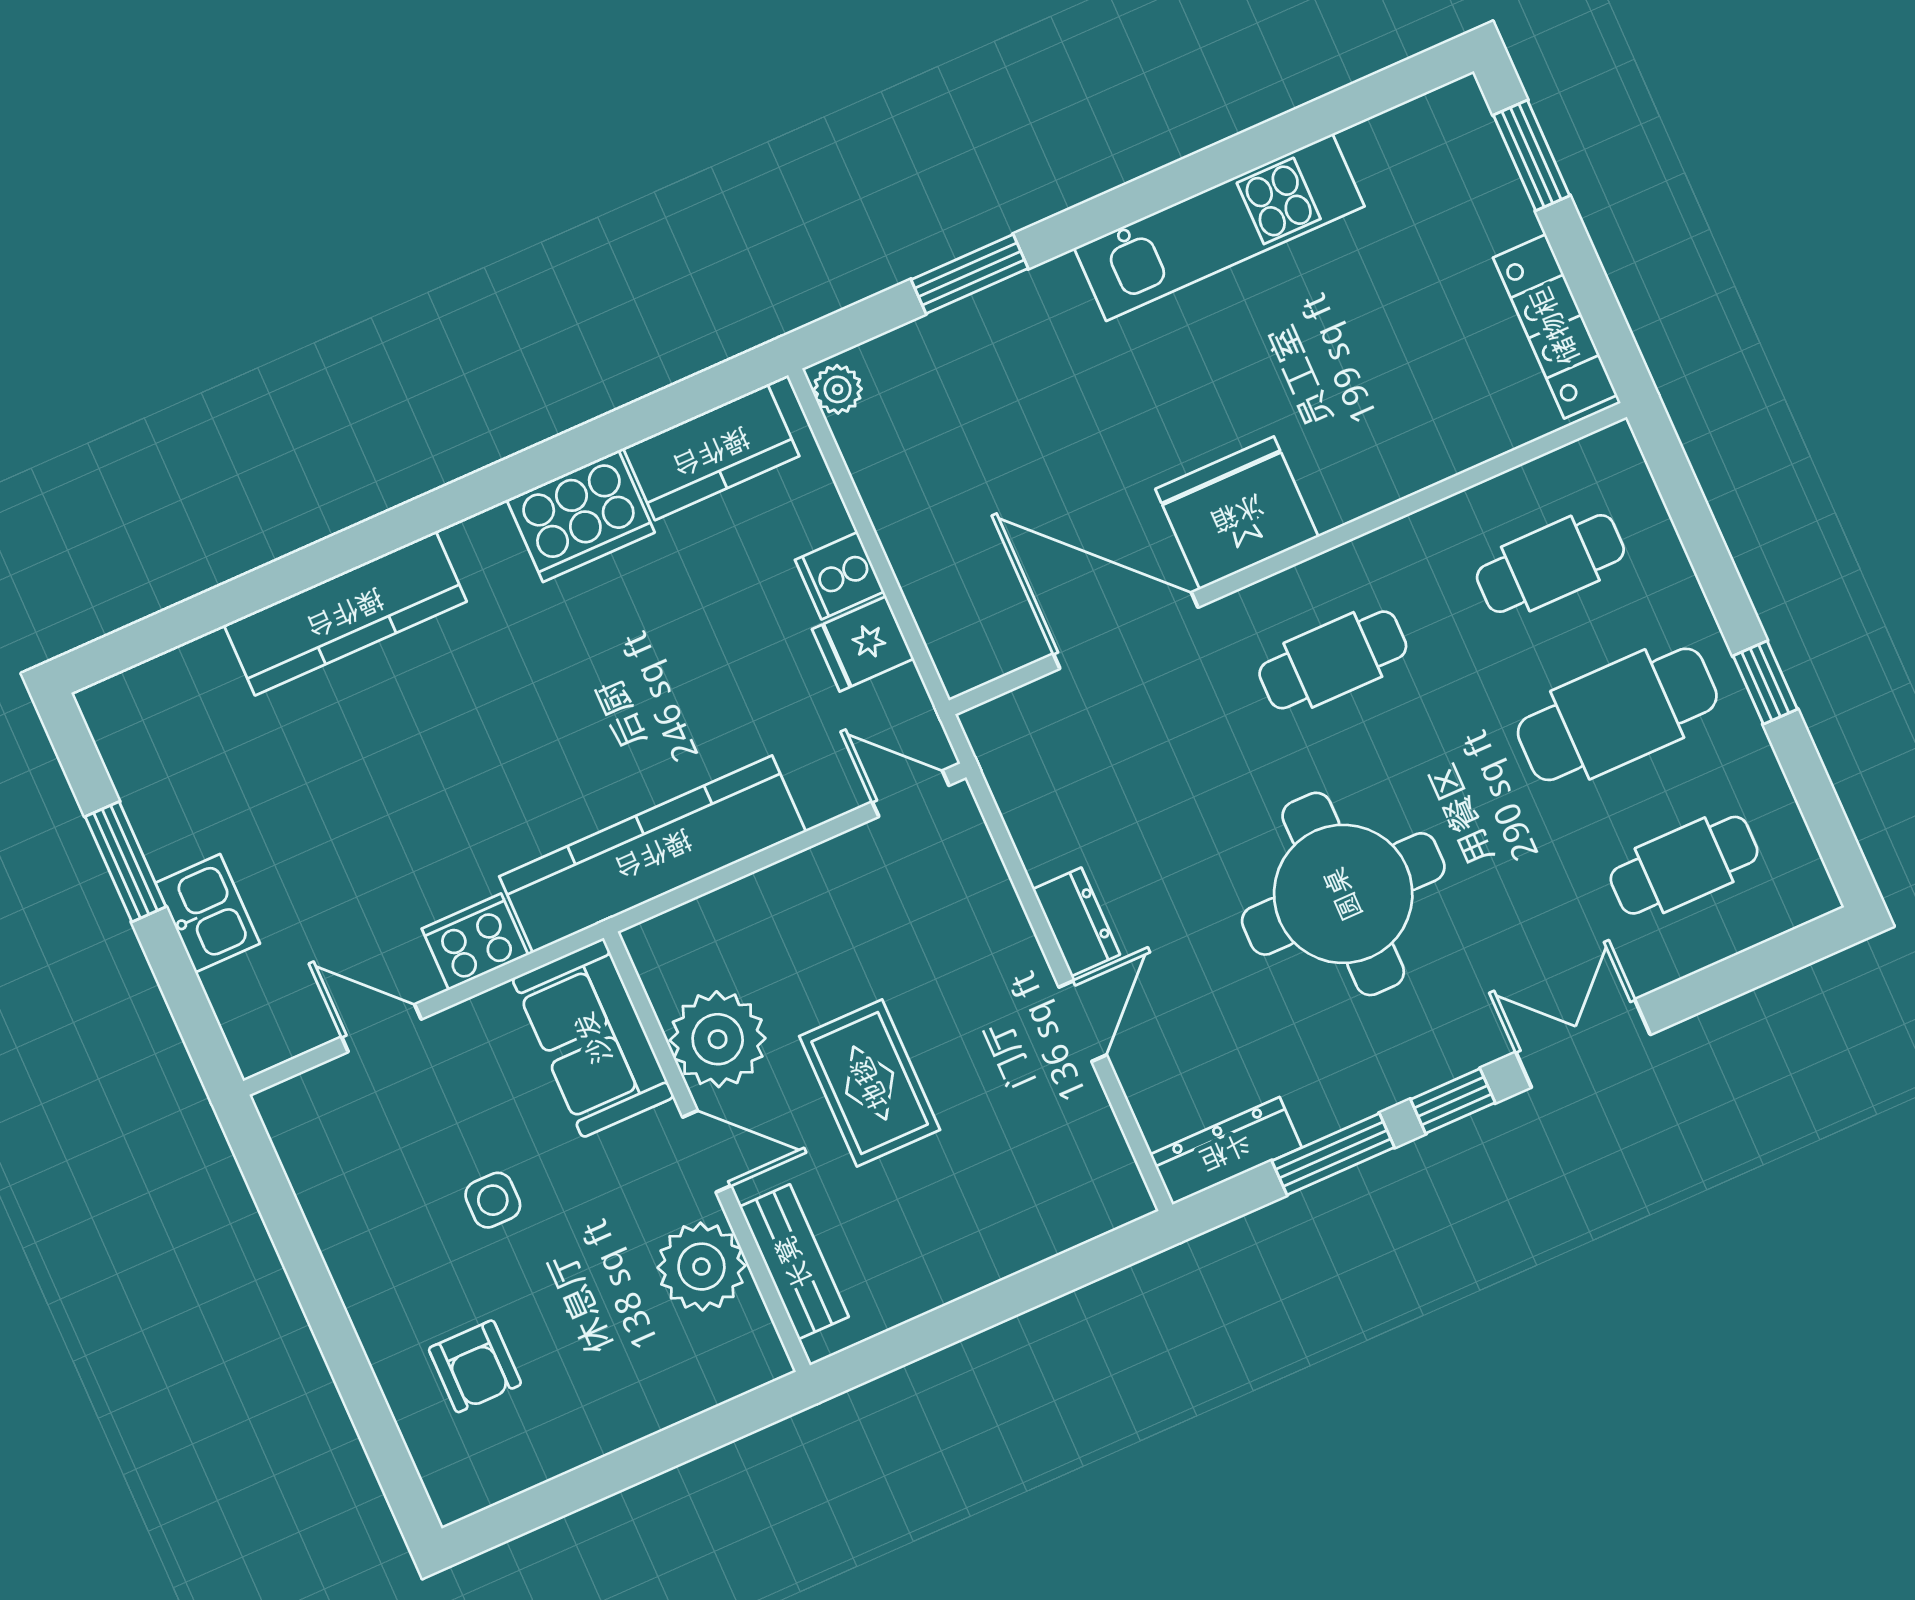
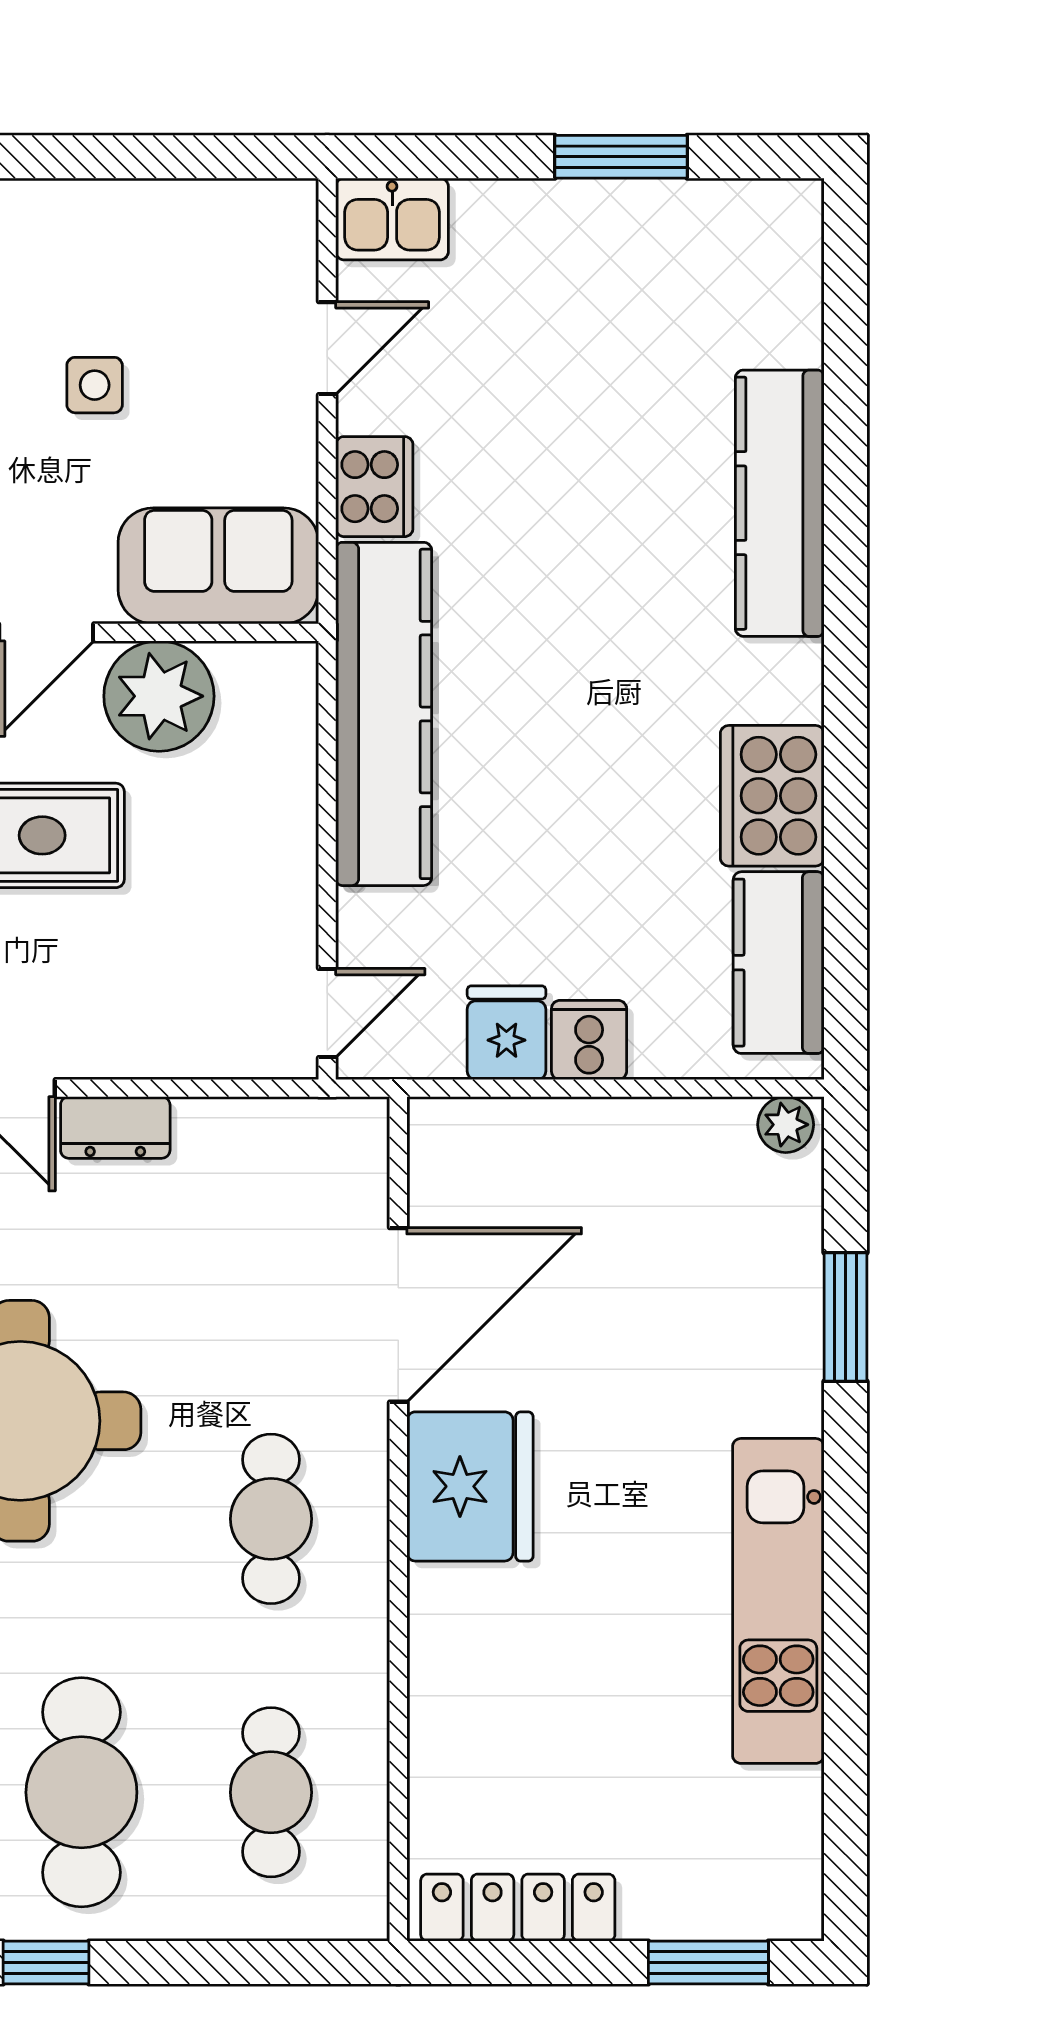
kitchen sink: (208, 913) -> (392, 219), moved

